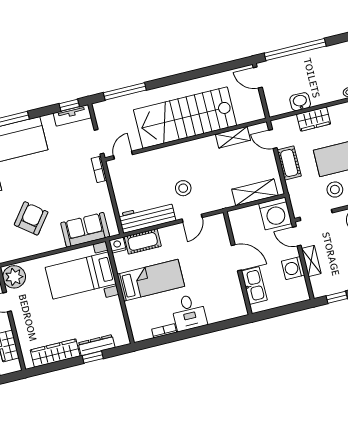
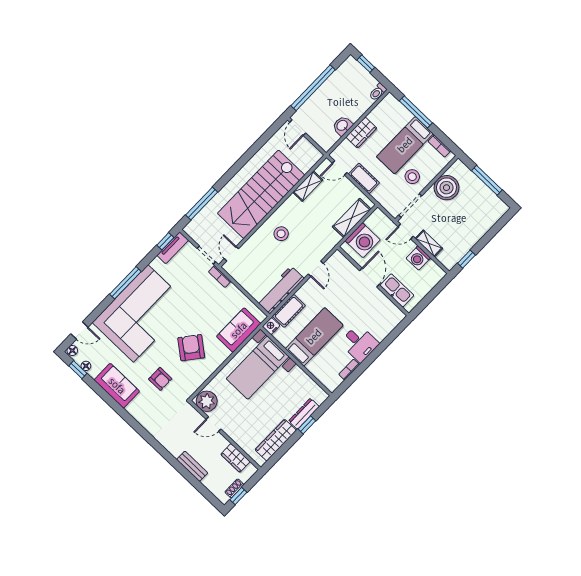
door: (258, 77) -> (298, 128), hinge flipped
stool: (183, 188) -> (281, 234), moved
washing machine: (275, 214) -> (363, 240), moved
door: (236, 258) -> (369, 278), hinge flipped

